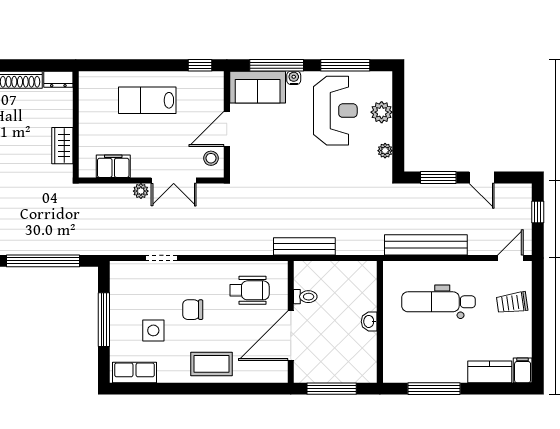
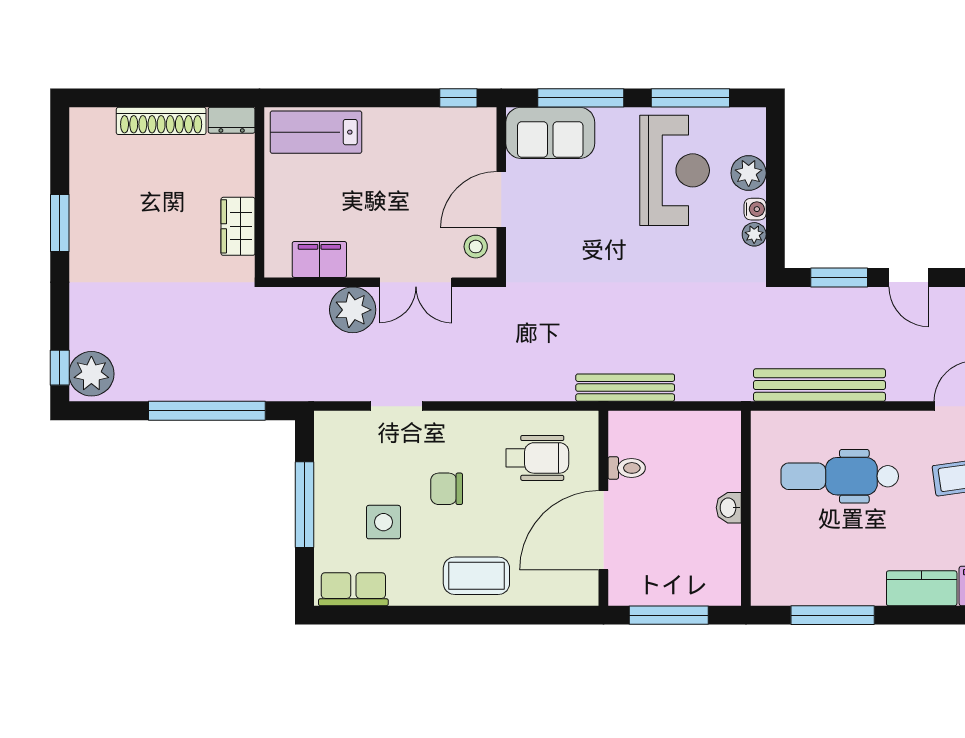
water cooler: (294, 78) -> (755, 209), moved, turned 90
lab bench: (147, 100) -> (316, 132), moved
plant: (141, 191) -> (353, 310), width x1.88, depth x1.88

